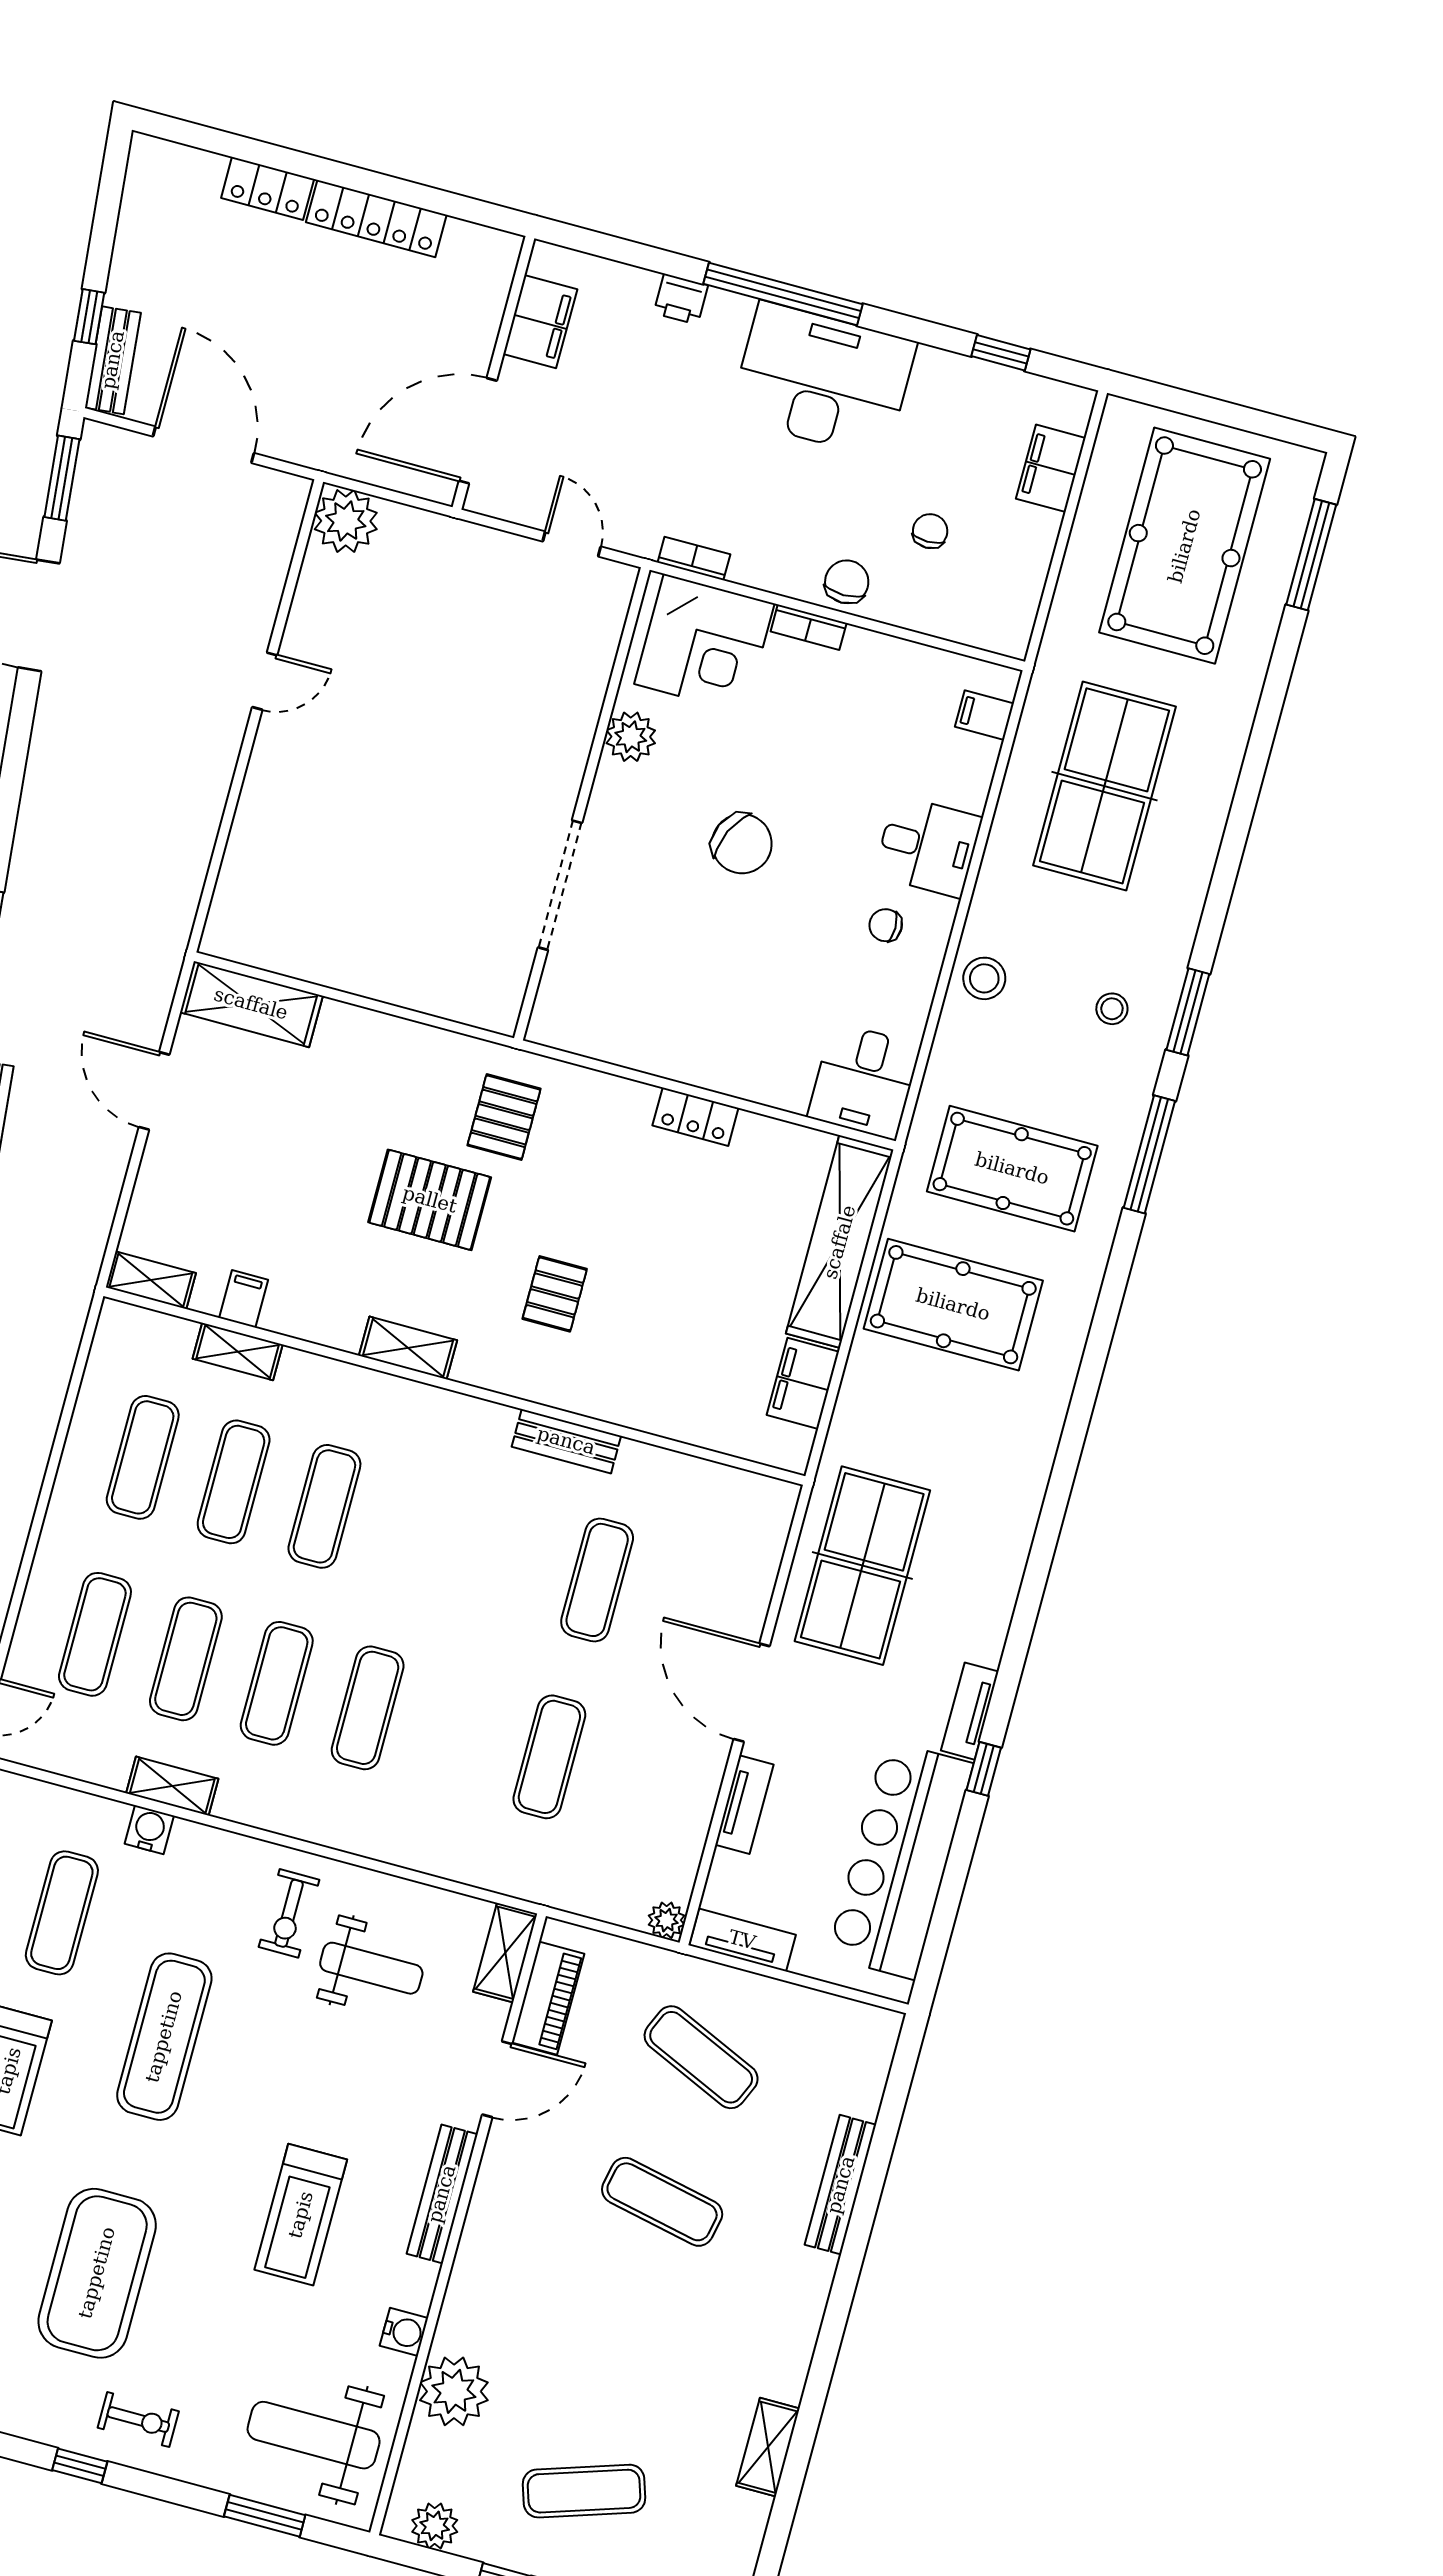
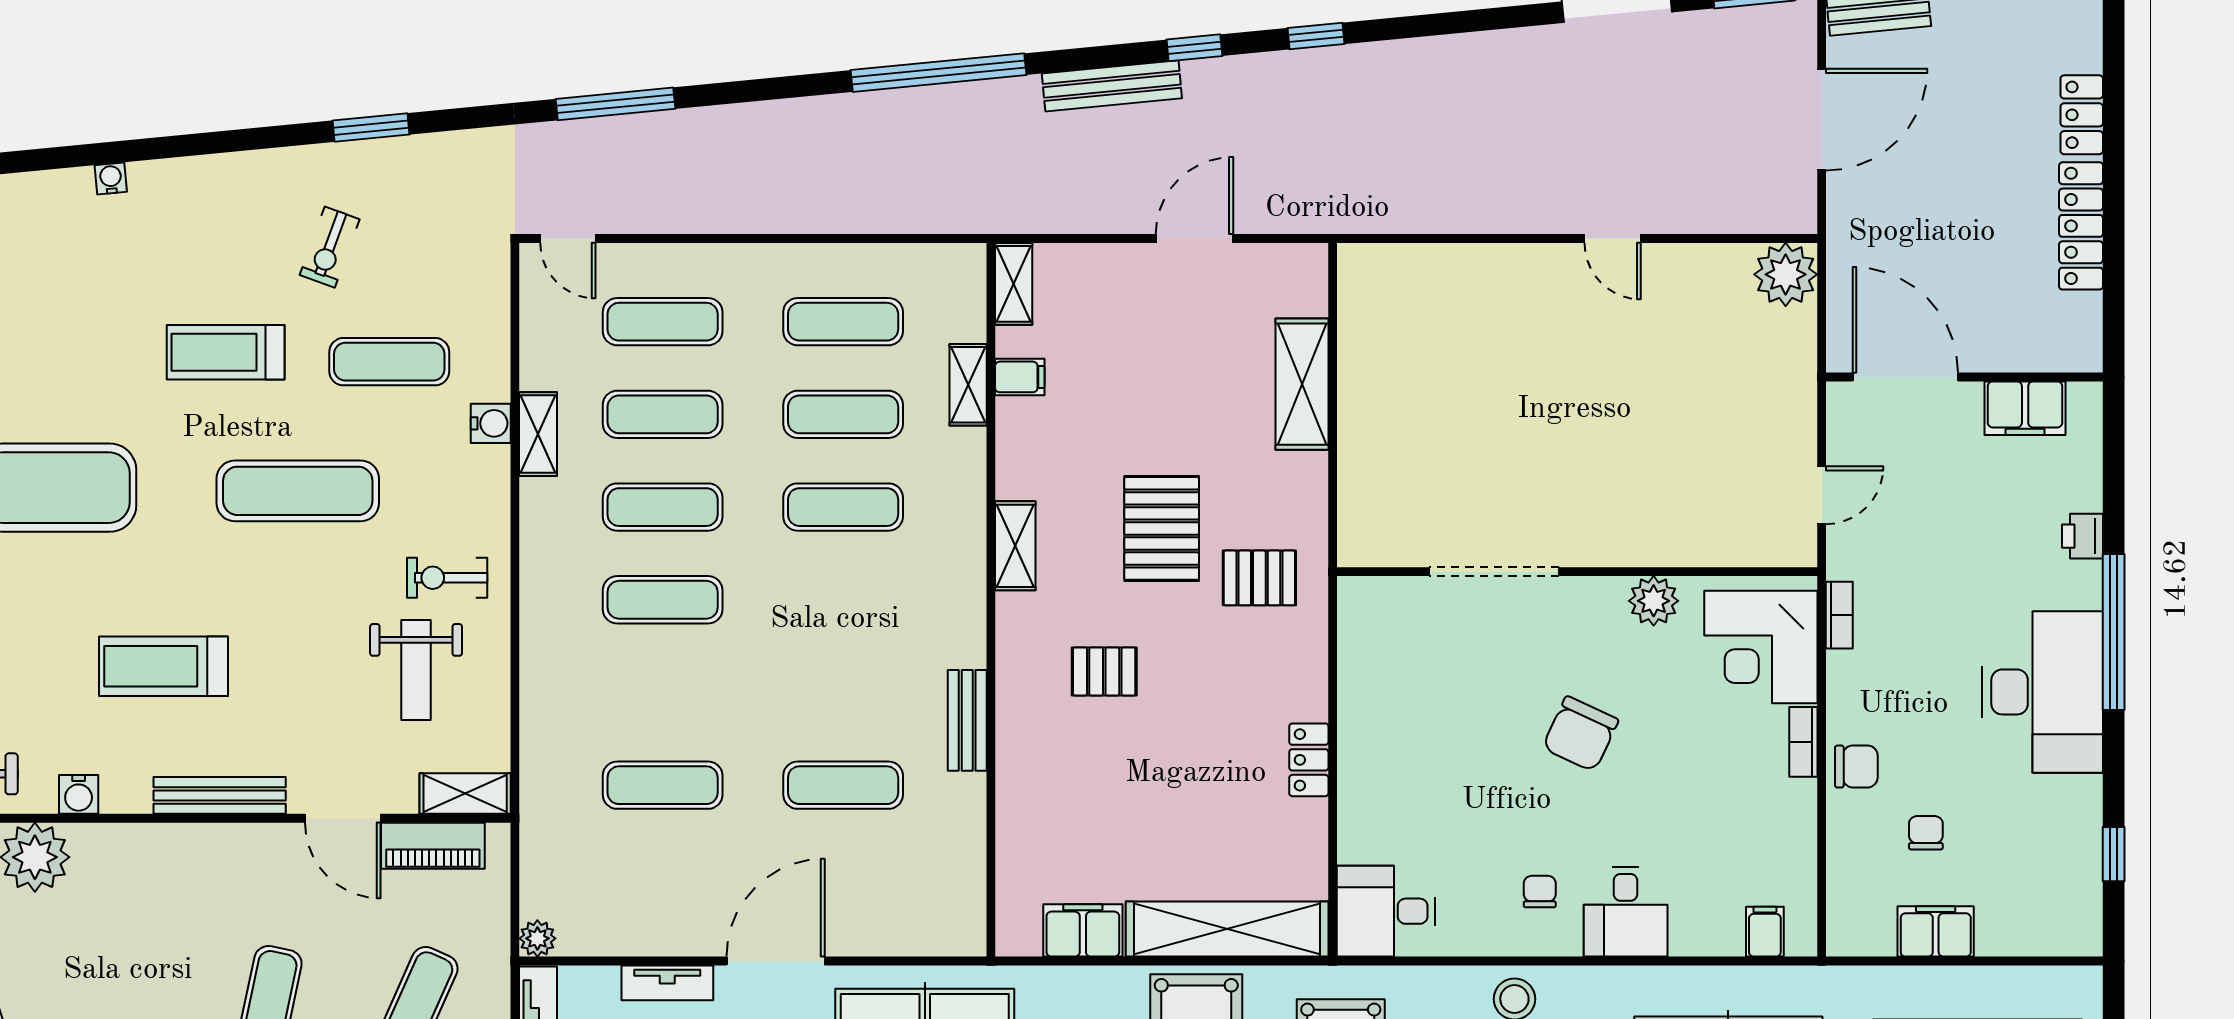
filing cabinet: (1051, 468) -> (1936, 931), moved
chair: (930, 531) -> (1926, 833), turned -90
shelving: (251, 1004) -> (1302, 384), moved

